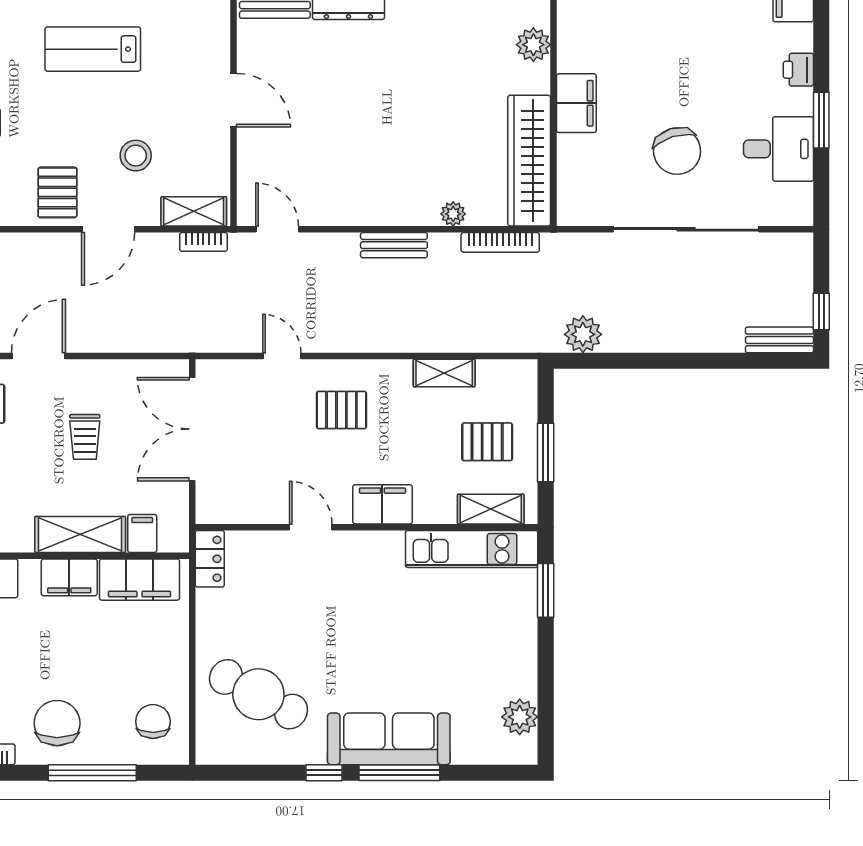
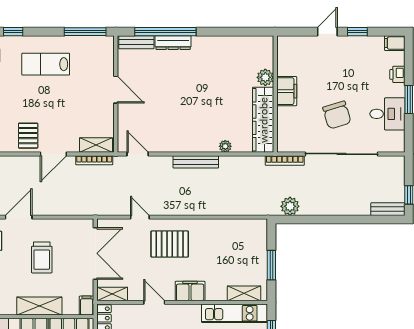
plant: (533, 45) -> (265, 77), moved
stool: (136, 156) -> (67, 117), removed
bookcase: (203, 242) -> (94, 160), width x1.56
bookcase: (500, 242) -> (285, 160), moved
bench: (394, 245) -> (196, 162), width x1.36
shelving: (444, 373) -> (112, 294), moved
pallet: (341, 410) -> (170, 244), width x1.50, depth x1.42
double door: (192, 429) -> (95, 253), swing flipped
trolley: (85, 437) -> (42, 257), width x1.36, depth x1.39
pallet: (487, 442) -> (242, 260), removed
filing cabinet: (142, 533) -> (87, 305), moved

